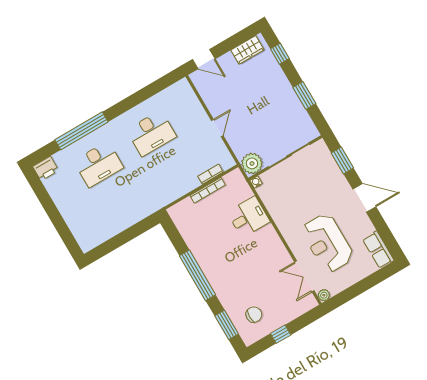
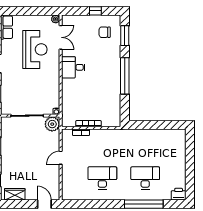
desk: (248, 217) -> (73, 67), moved

